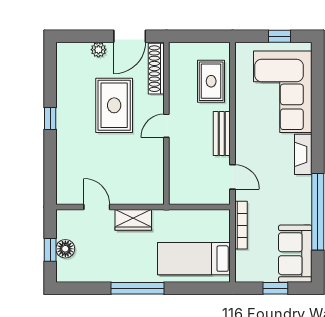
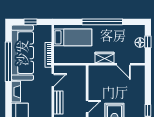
door: (233, 177) -> (53, 80), swing flipped
sofa: (295, 254) -> (22, 53), width x1.85, depth x1.27
window: (138, 288) -> (102, 22), width x1.46

